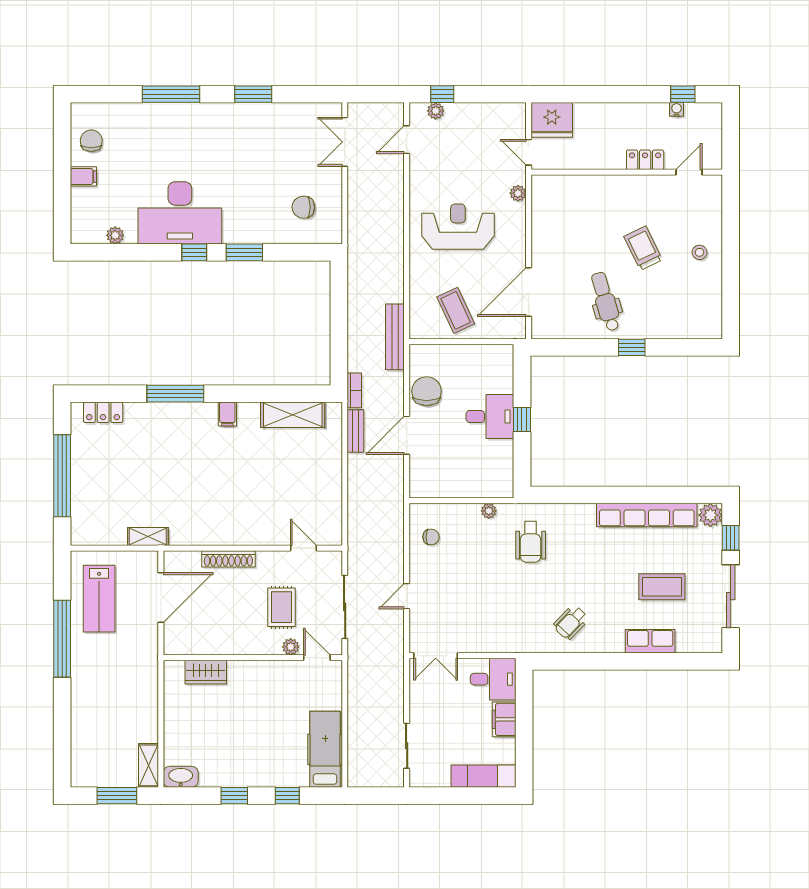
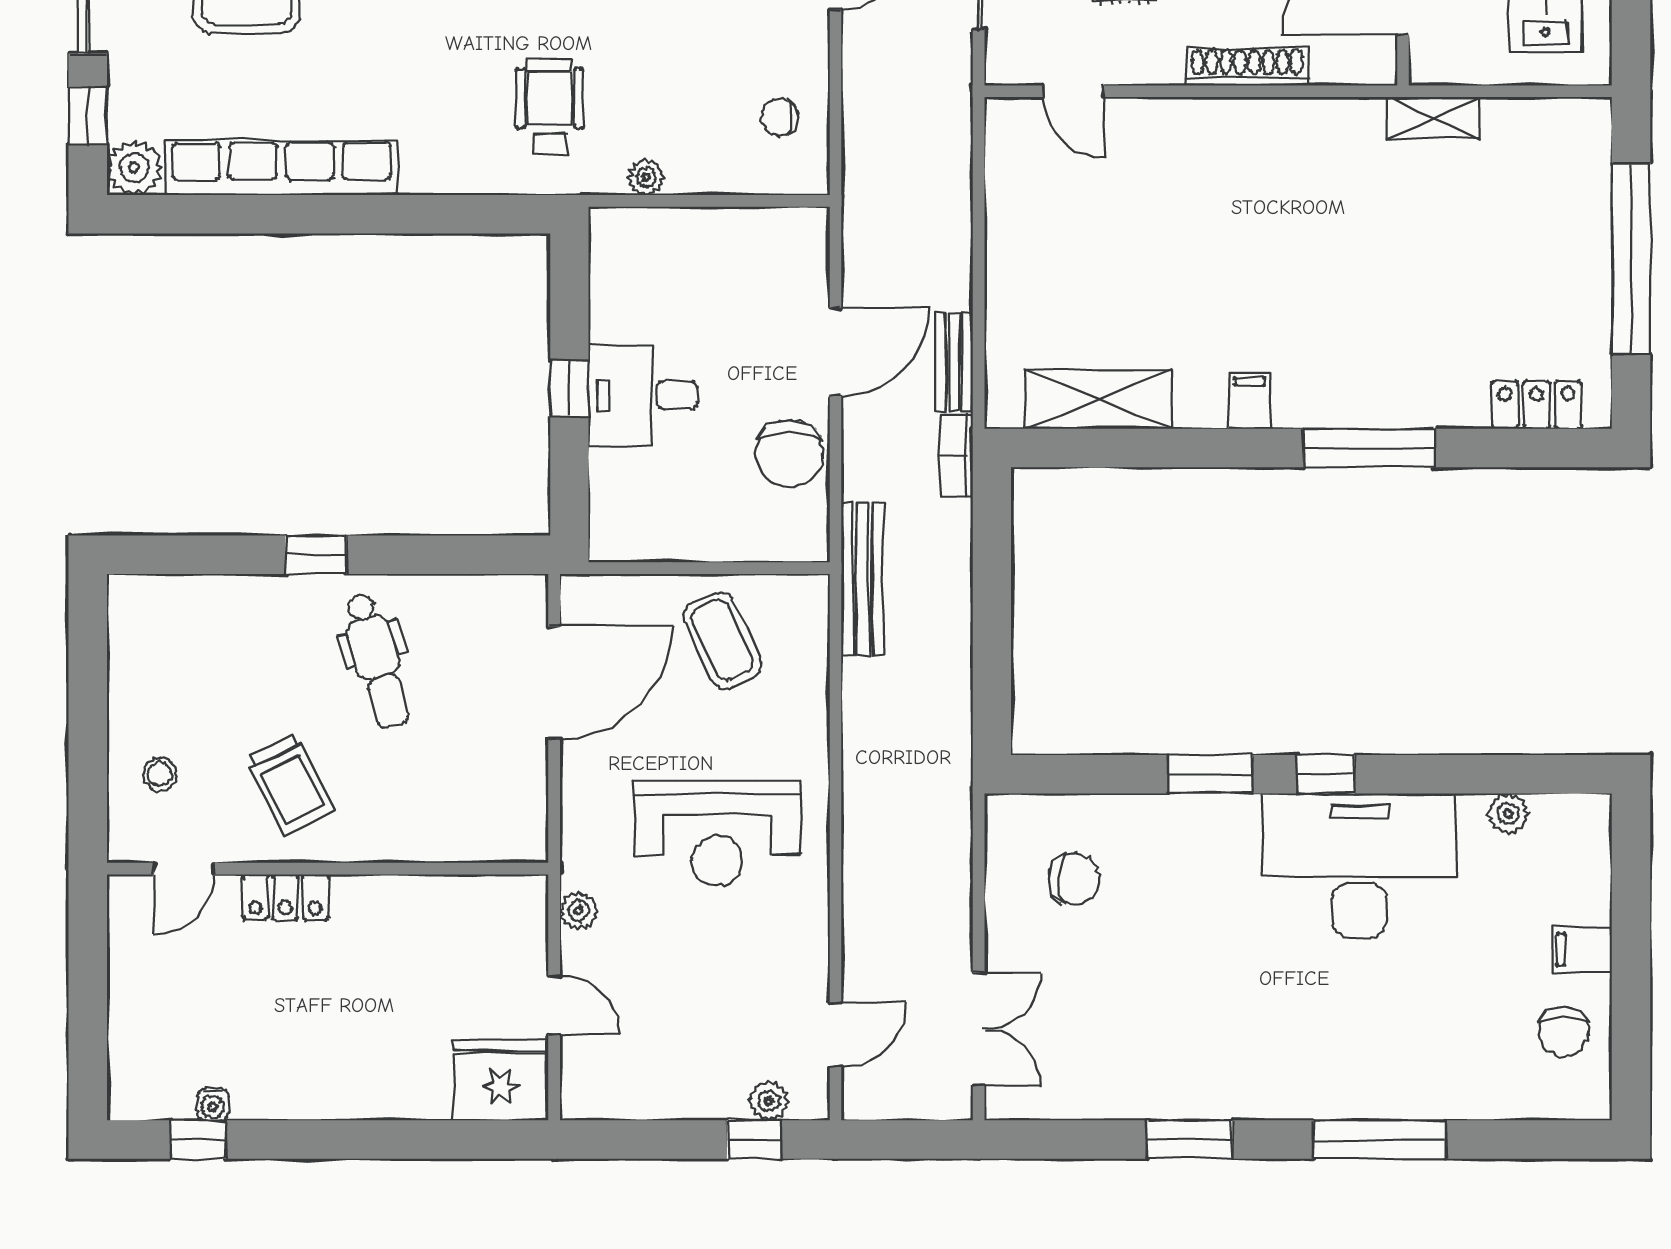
locker: (645, 160) -> (285, 897), moved
wall: (627, 172) -> (328, 869), moved
door: (689, 172) -> (184, 869), moved

